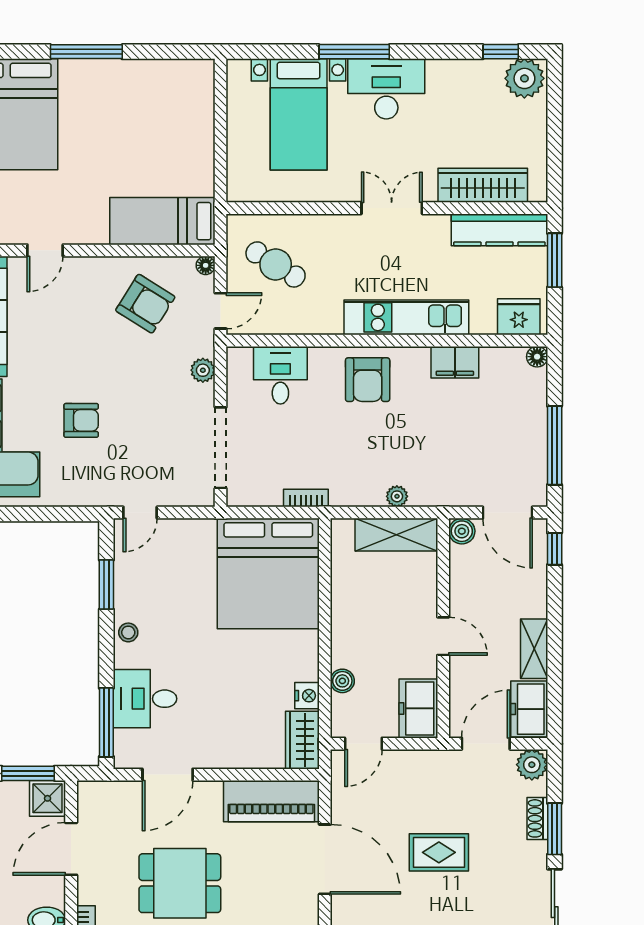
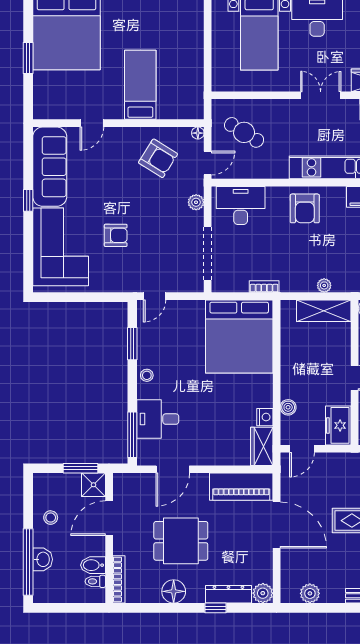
bed: (162, 221) -> (140, 85), moved, turned 90
desk: (280, 375) -> (241, 205), width x1.37

